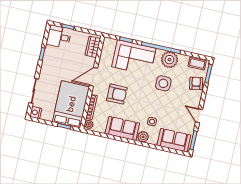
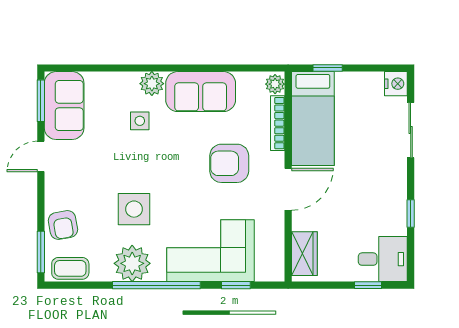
bed: (71, 104) -> (313, 119), width x0.67
door: (199, 116) -> (41, 156), swing flipped
sofa: (174, 140) -> (64, 106), moved, turned -90

